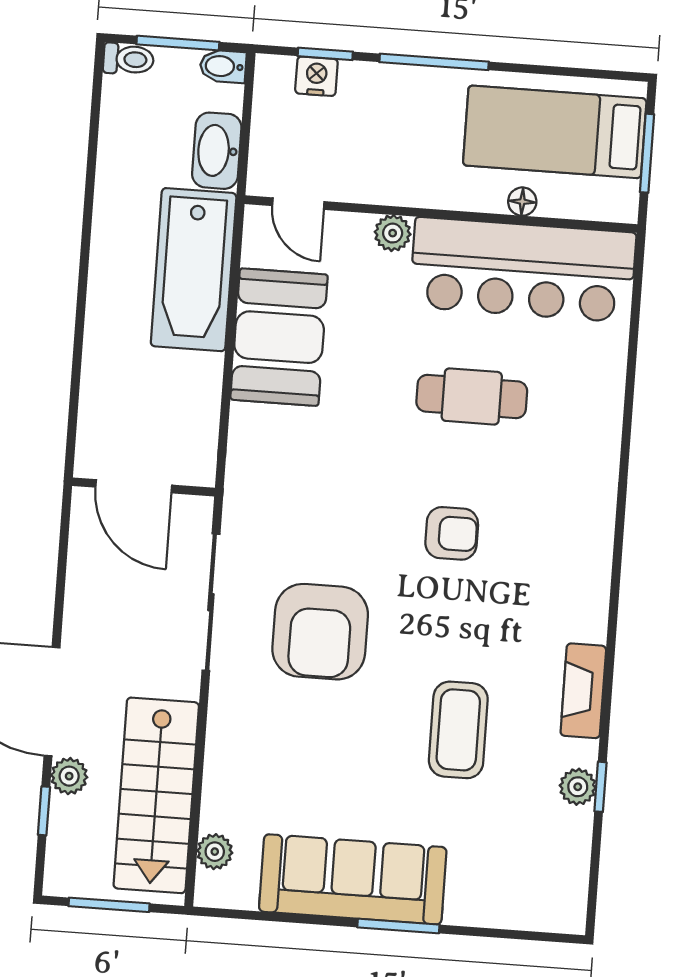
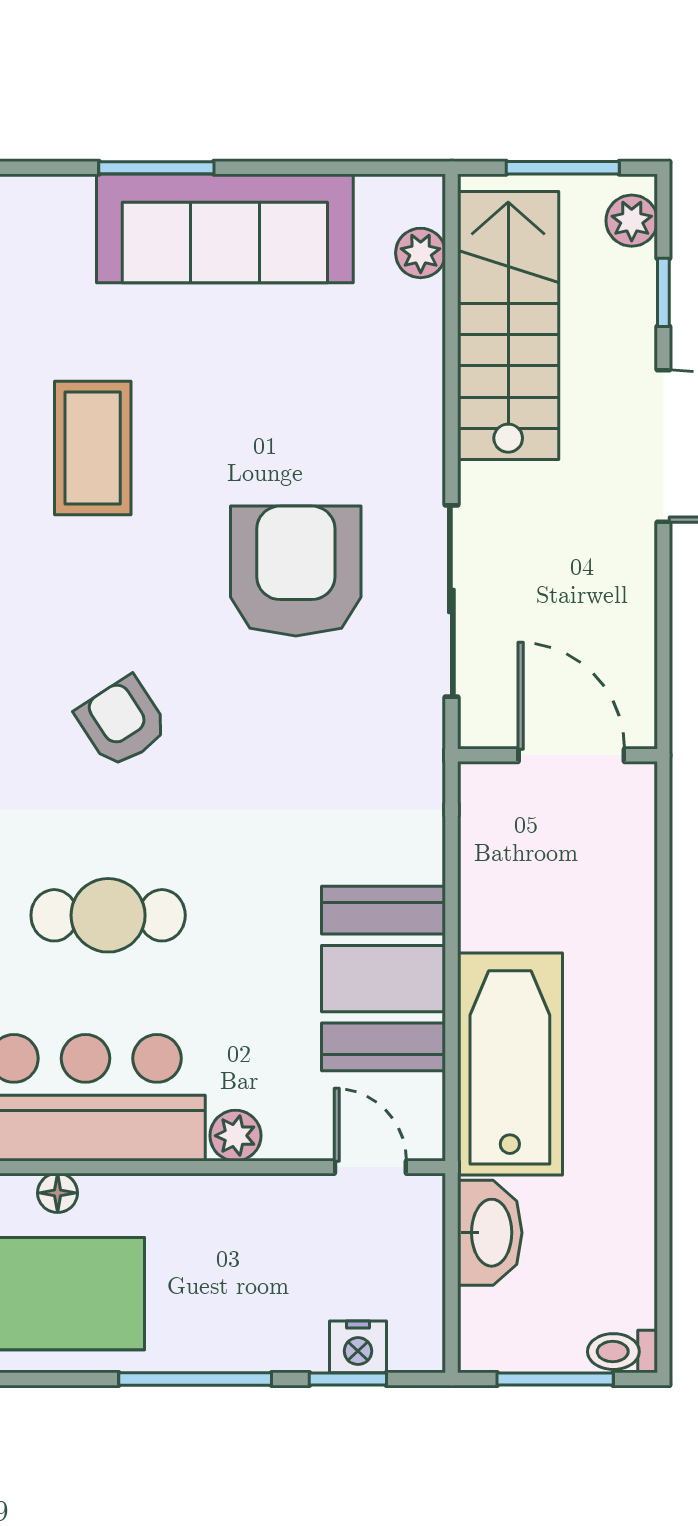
bidet: (223, 66) -> (489, 1351), removed
armchair: (452, 533) -> (122, 722), turned 57
plant: (69, 776) -> (632, 221), moved

